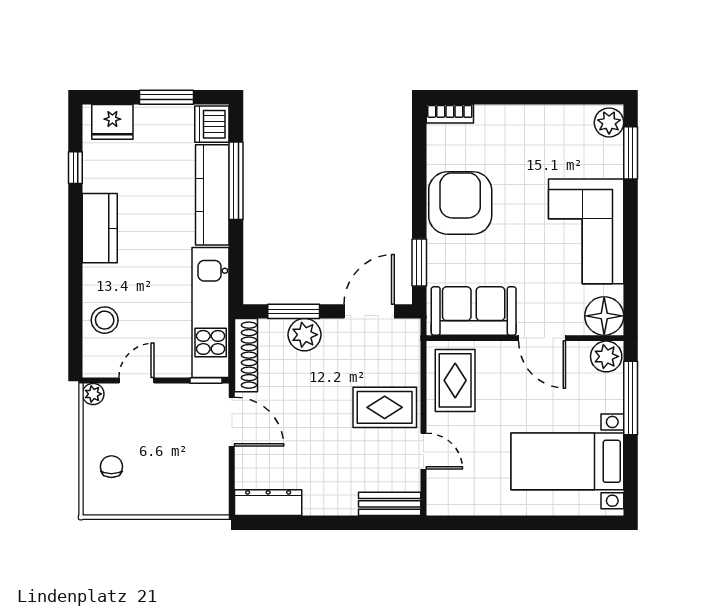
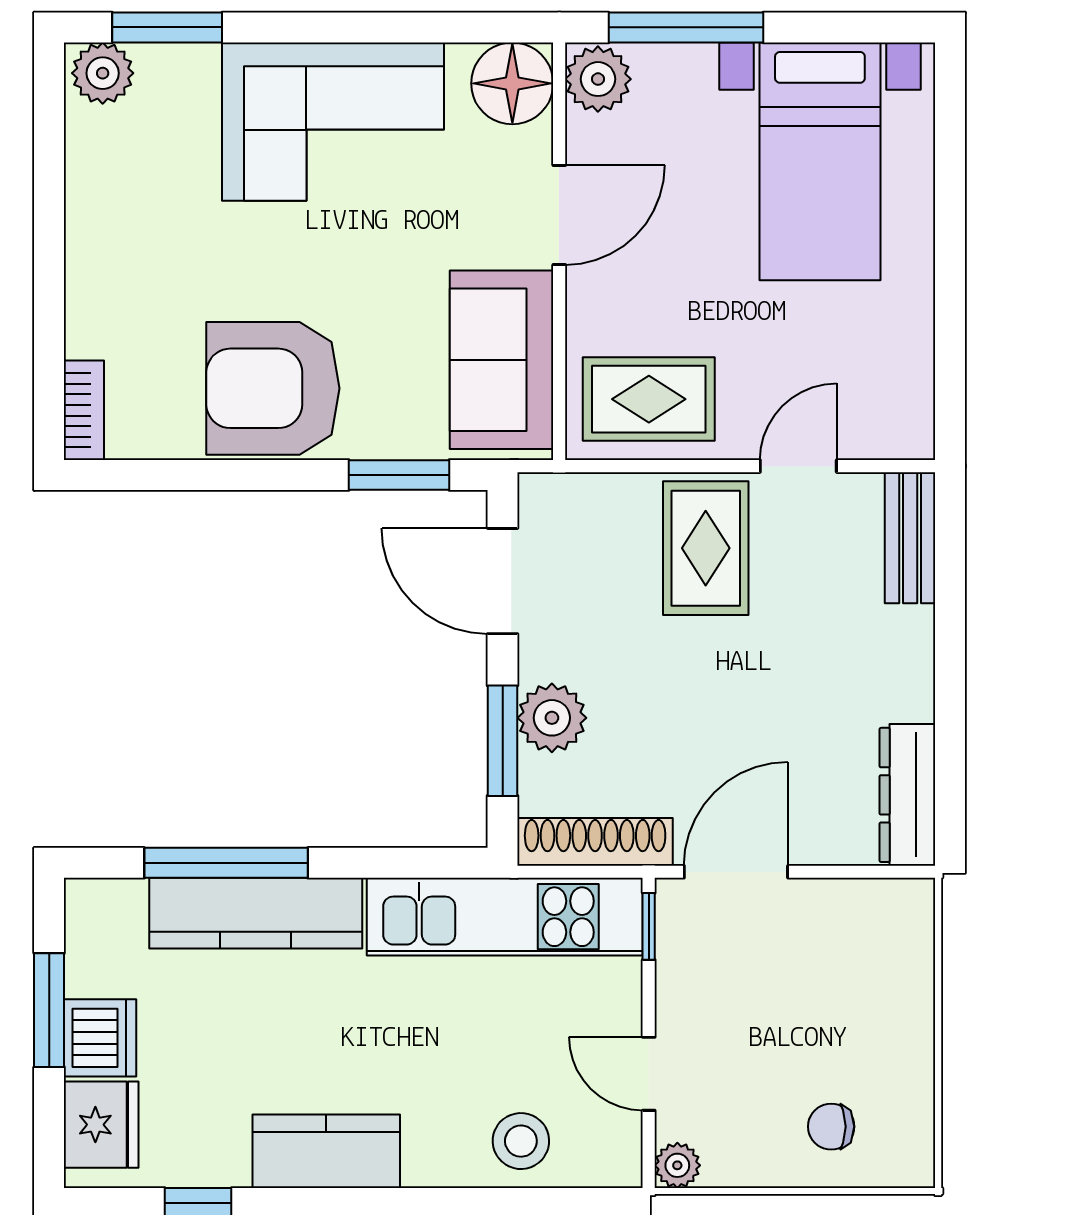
dishwasher: (212, 124) -> (100, 1038), moved, turned -90

